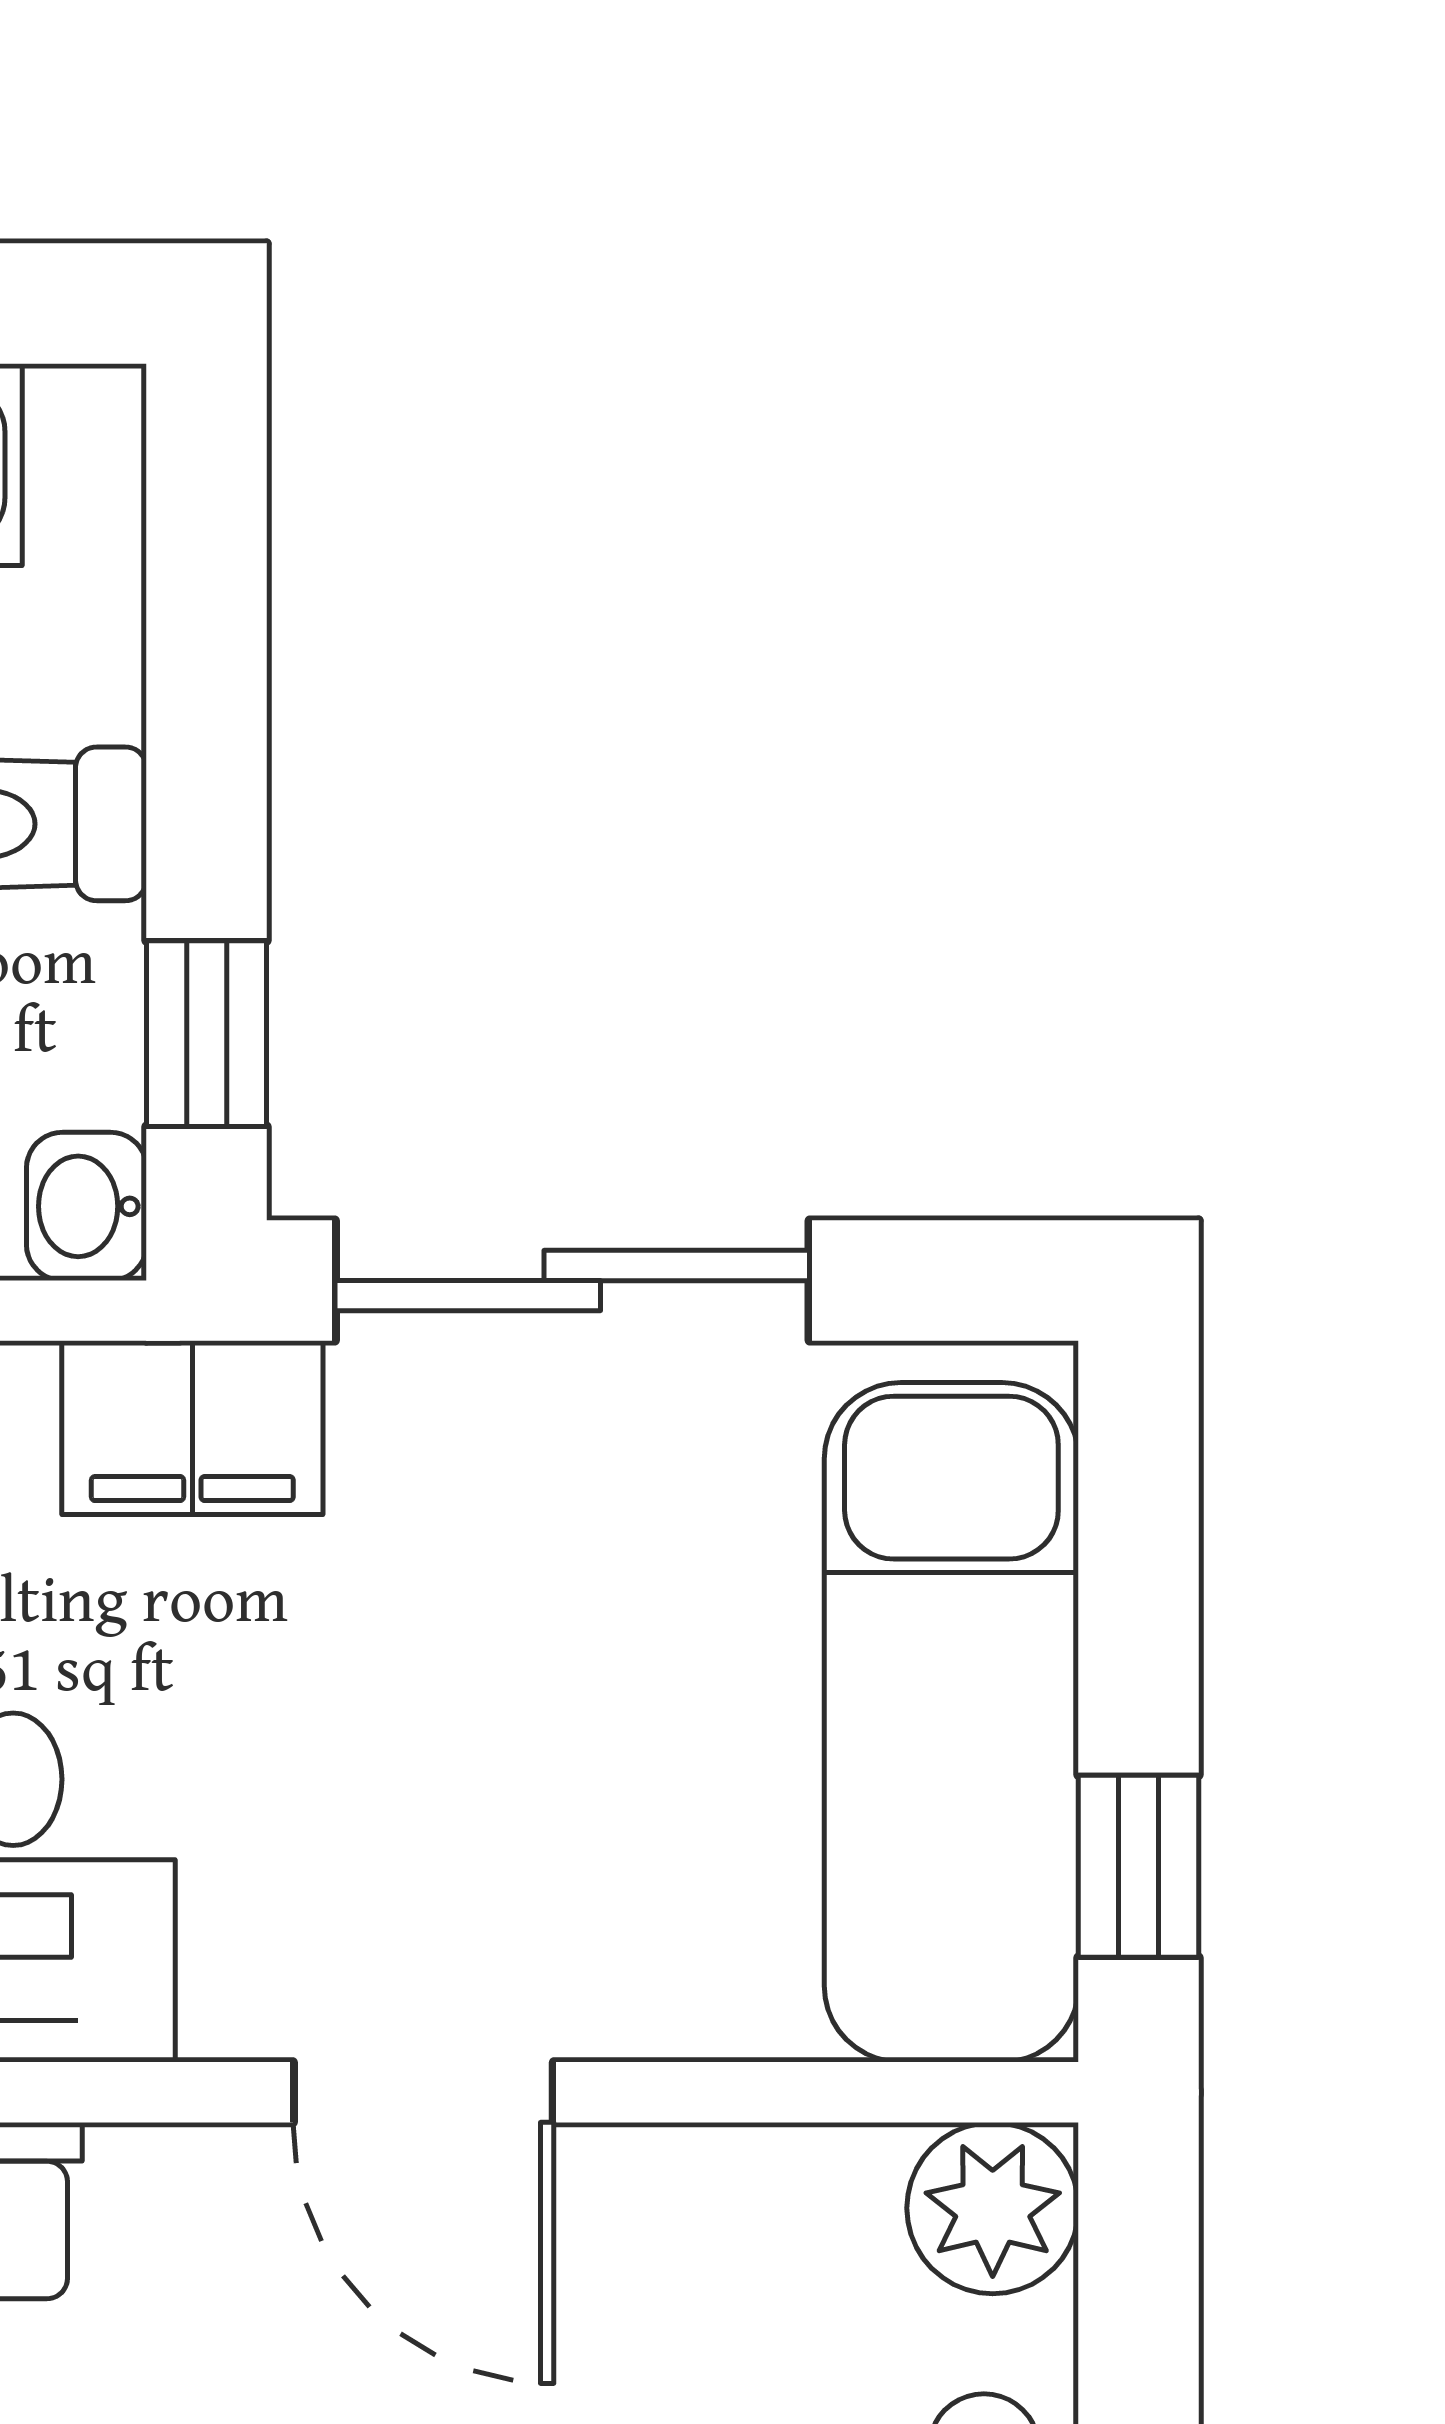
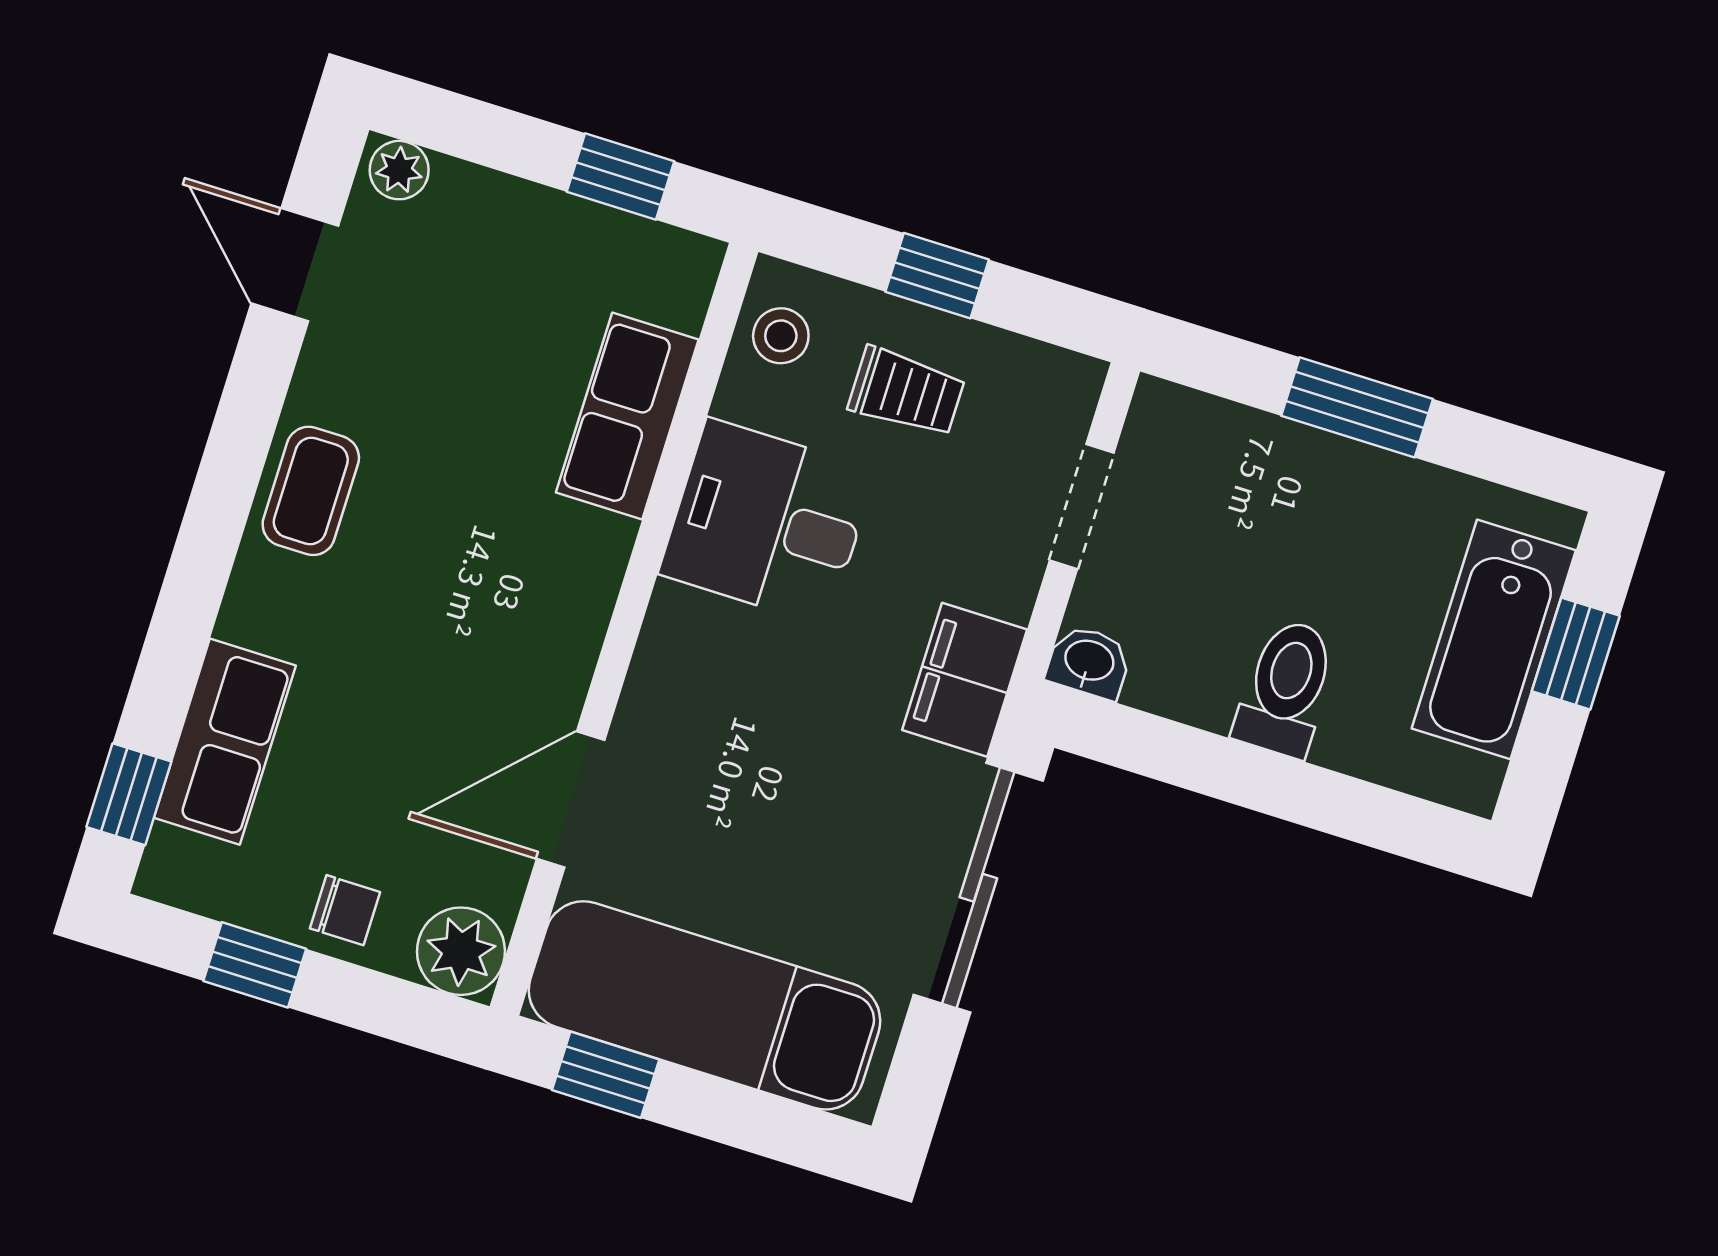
window: (207, 1034) -> (1155, 747), removed
door: (423, 2092) -> (571, 799), moved

